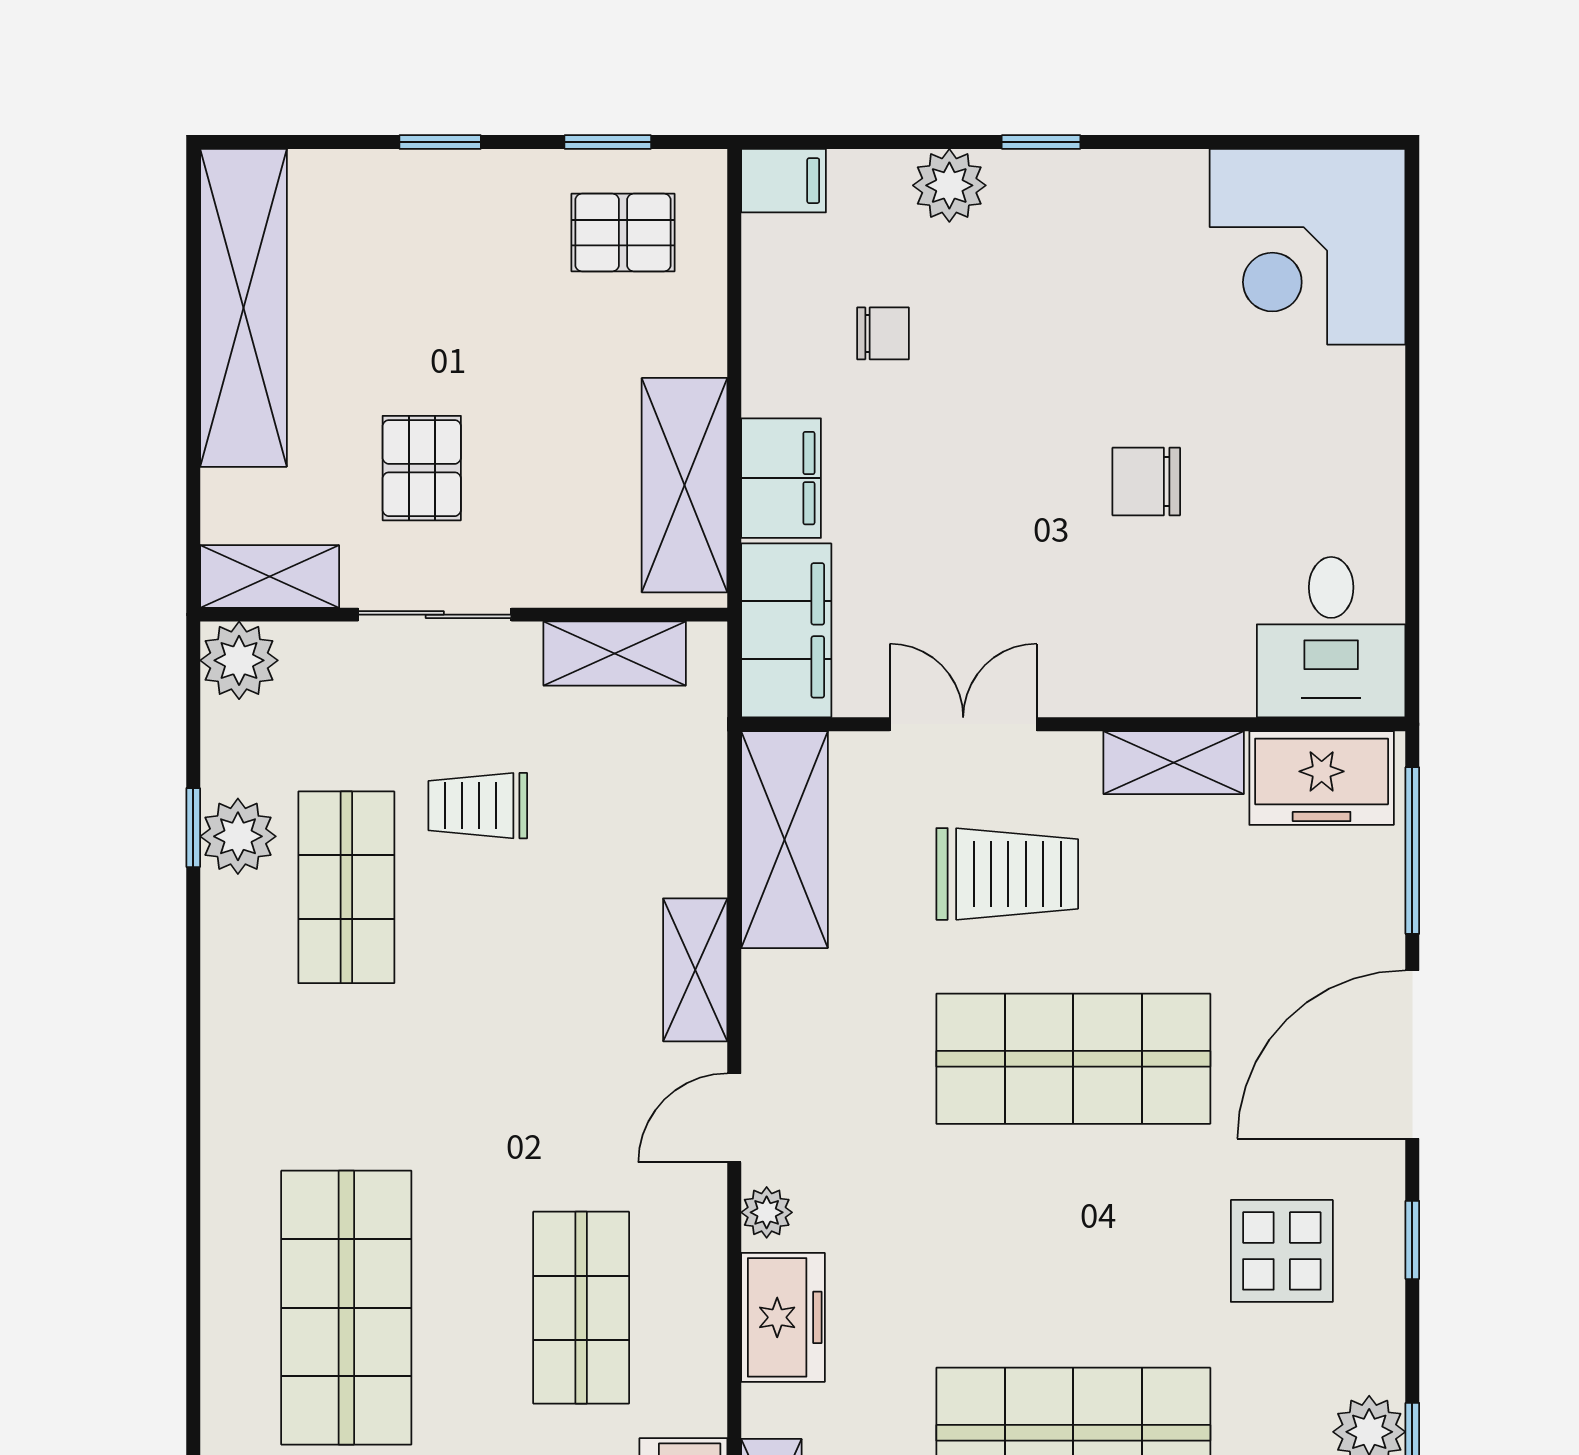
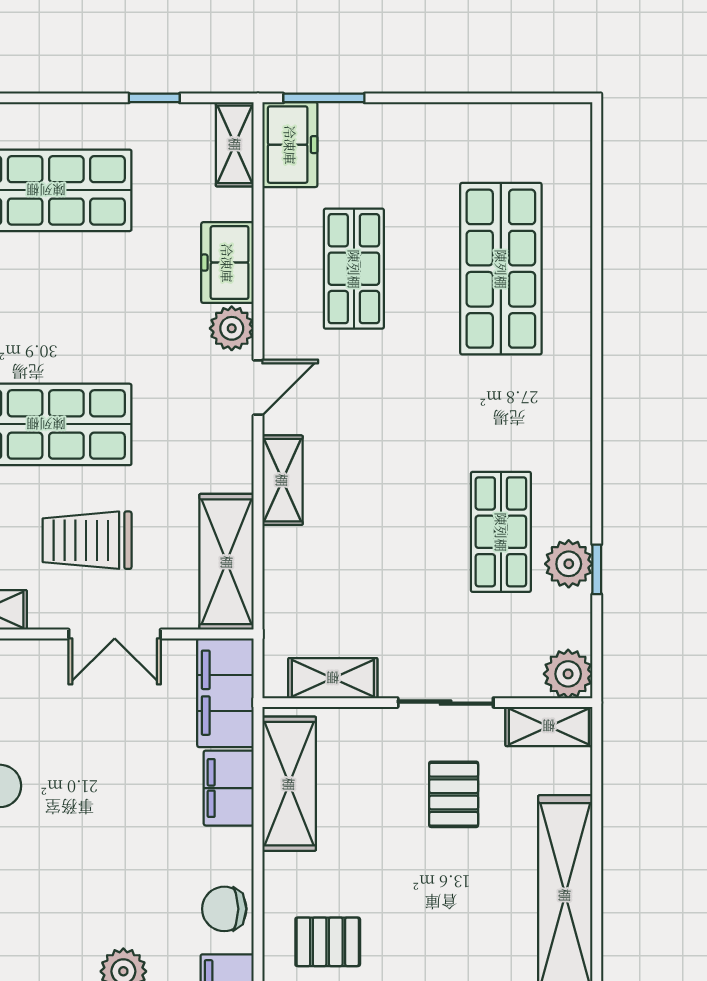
chair: (883, 333) -> (224, 909), moved, width x1.37, depth x1.37
trolley: (478, 806) -> (419, 583), removed
plant: (767, 1212) -> (232, 328), width x1.38, depth x1.38

